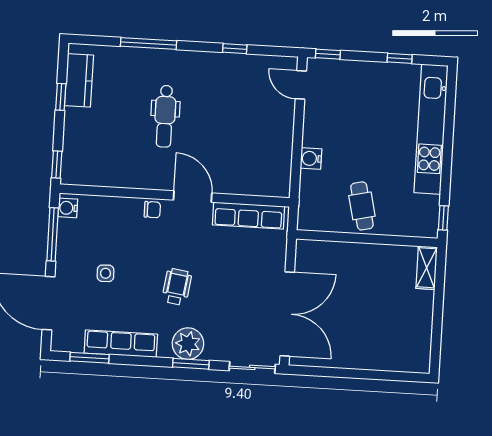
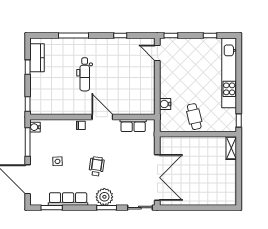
water cooler: (311, 158) -> (165, 104), moved
row of seats: (248, 216) -> (133, 125), width x0.68

